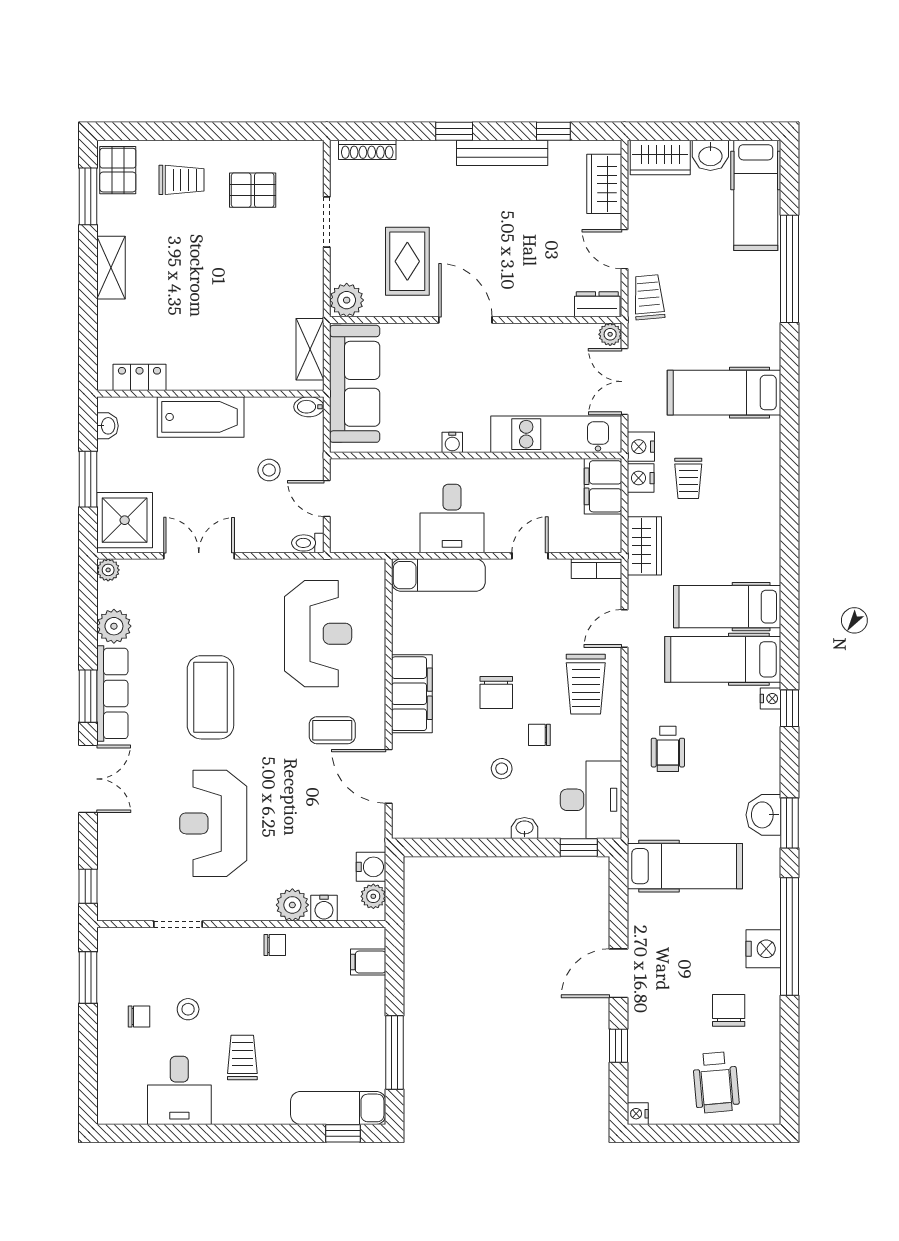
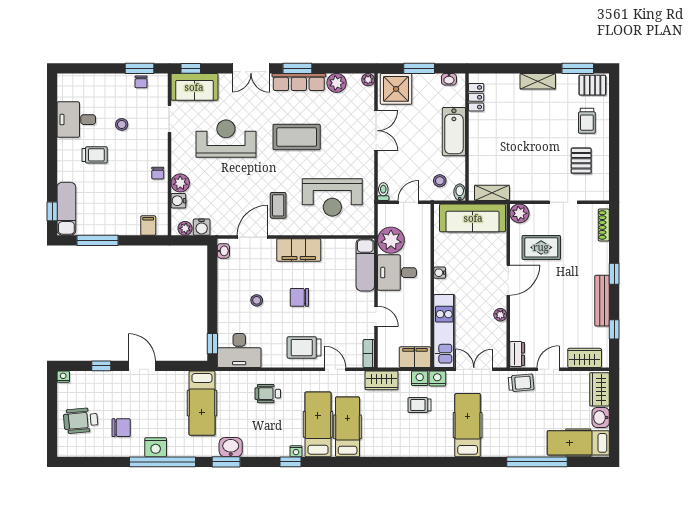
plant: (610, 334) -> (500, 315), moved
stool: (269, 470) -> (440, 181), moved
plant: (394, 529) -> (391, 240), added
chair: (539, 735) -> (276, 322), removed
washbasin: (525, 828) -> (223, 251), moved
sofa: (121, 879) -> (194, 87), added
chair: (139, 1017) -> (141, 82), moved

